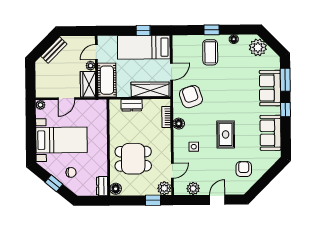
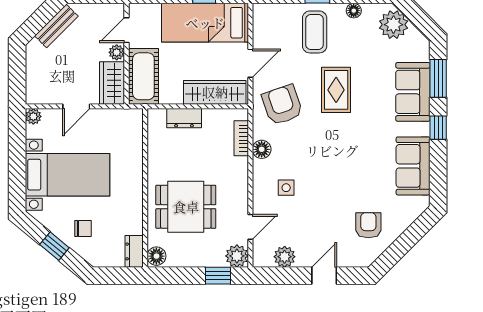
rug: (226, 134) -> (336, 90), moved

